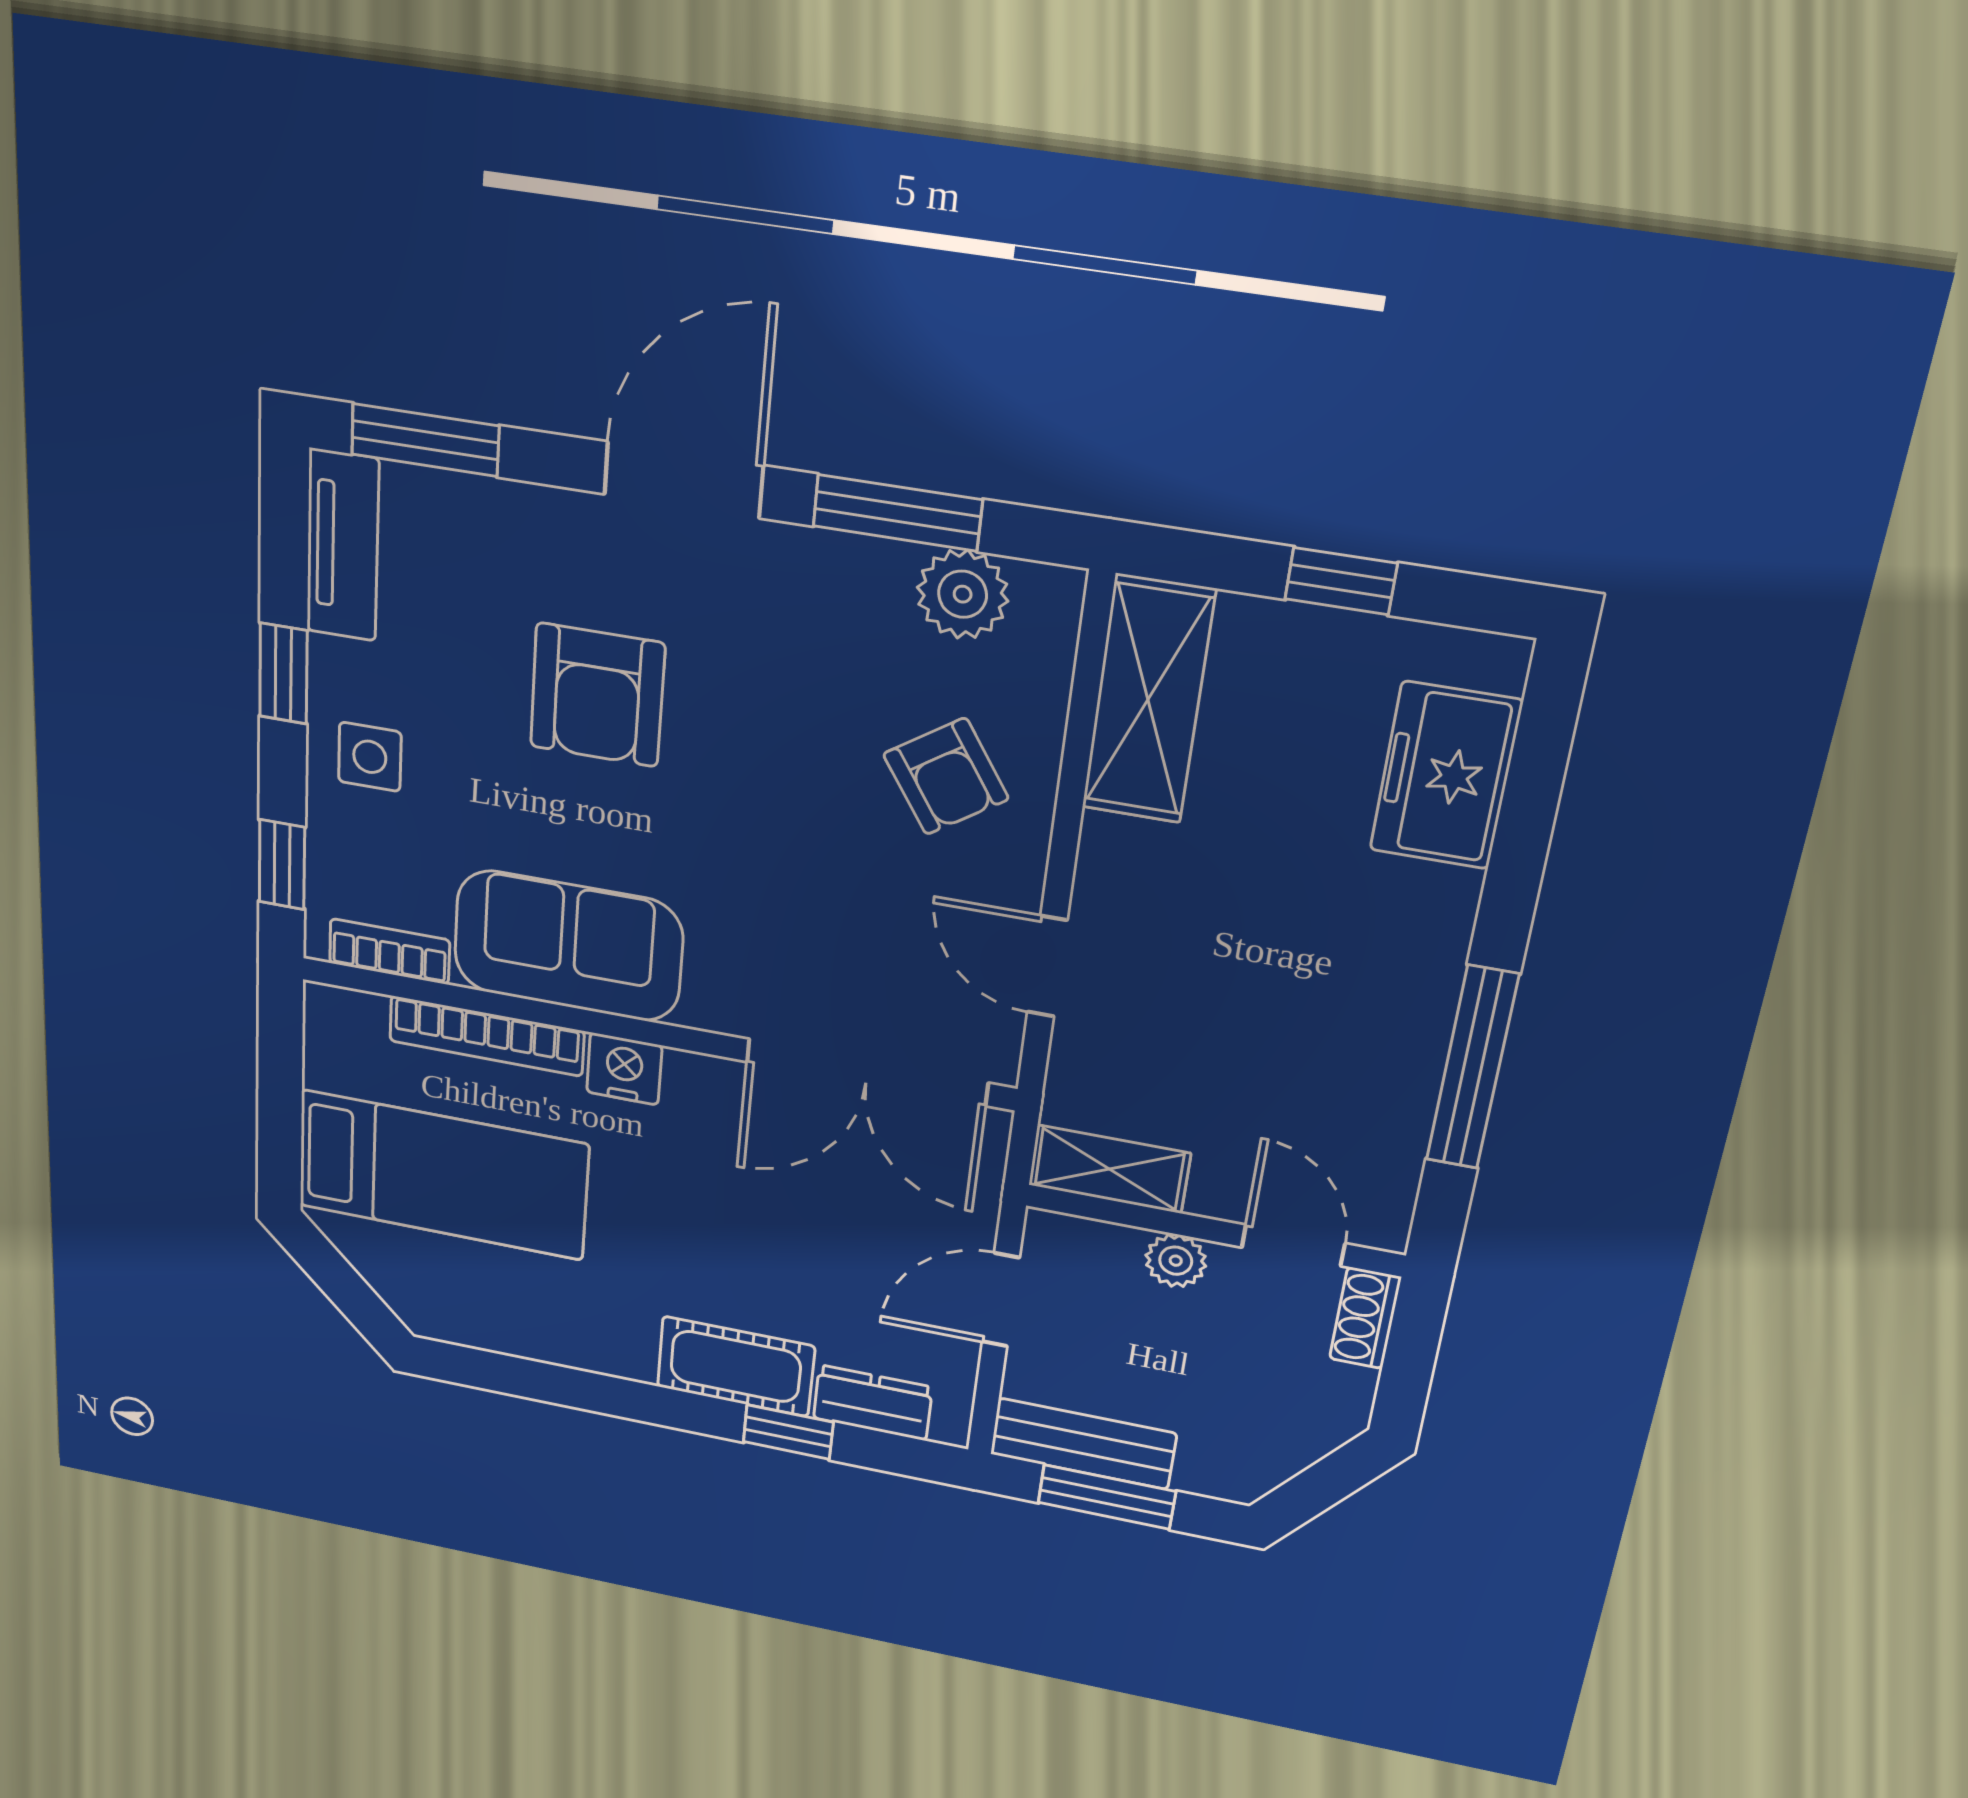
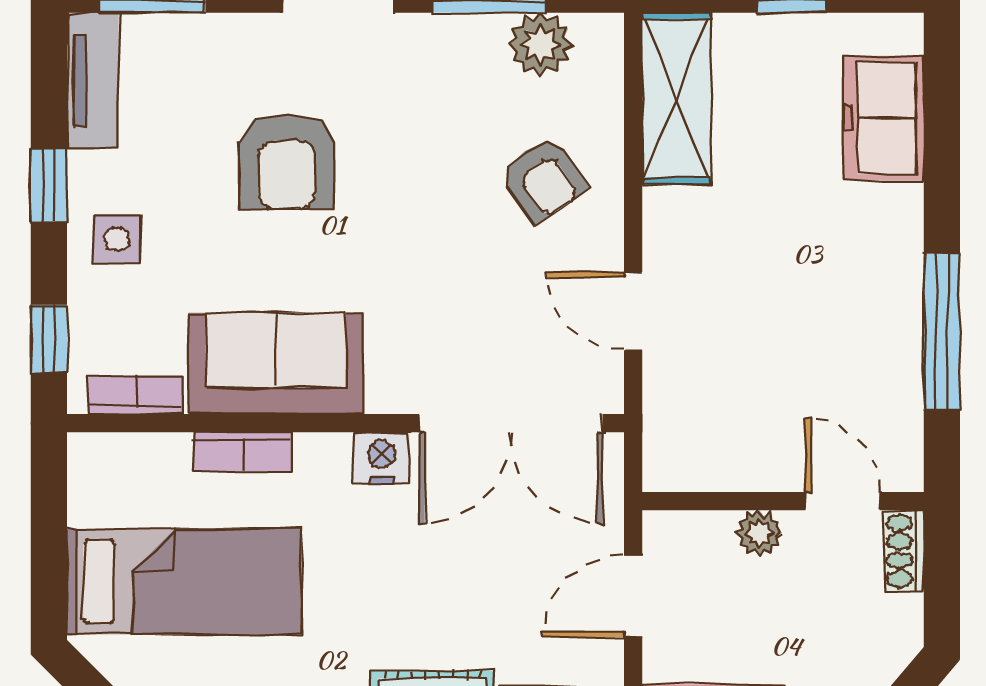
bookcase: (486, 1036) -> (243, 452), width x0.64
nightstand: (624, 1069) -> (382, 458), moved
shelving: (1109, 1169) -> (700, 466), removed

